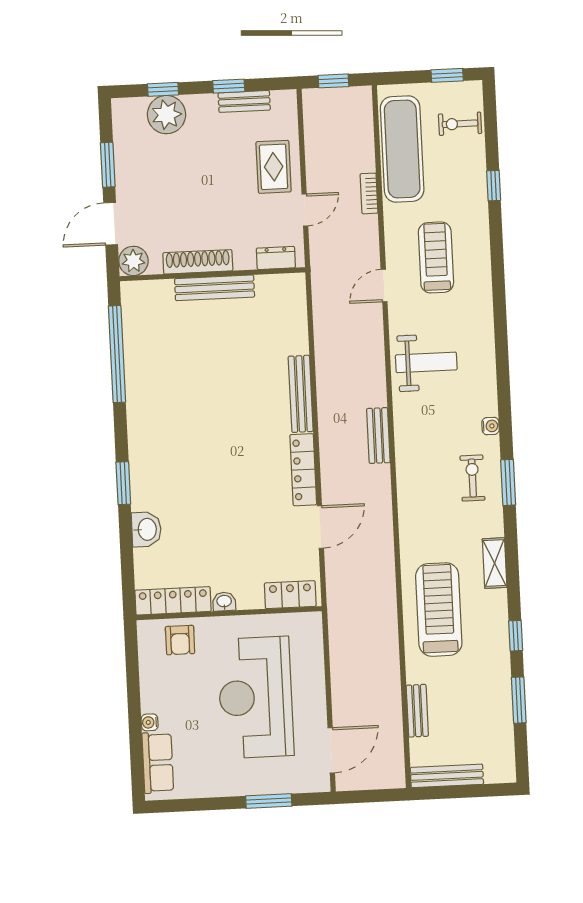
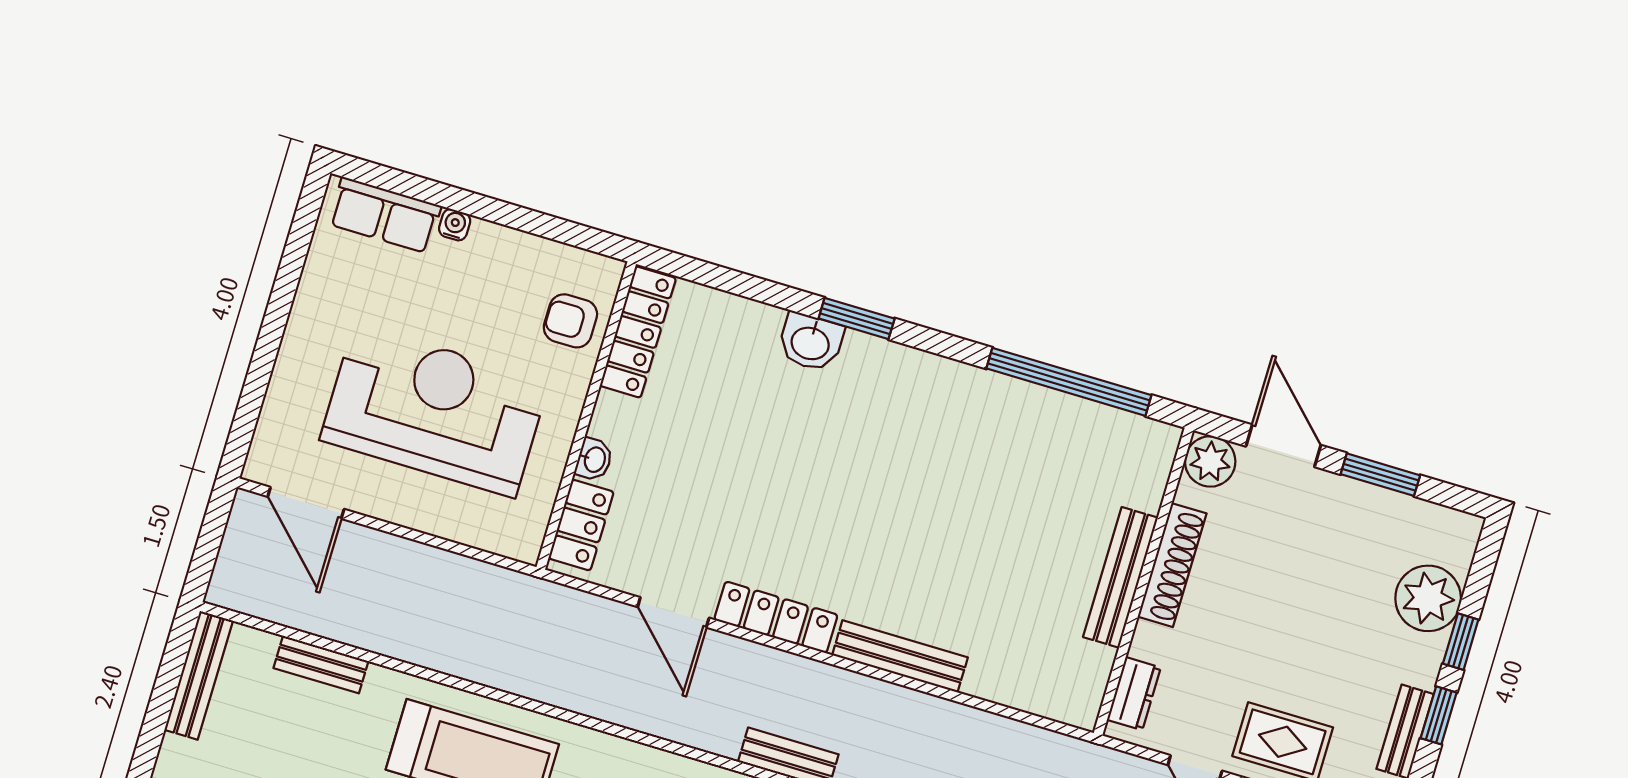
window: (163, 89) -> (1461, 642), moved
washbasin: (146, 529) -> (811, 342), moved
washbasin: (224, 602) -> (594, 459), moved
window: (269, 801) -> (259, 373), removed

